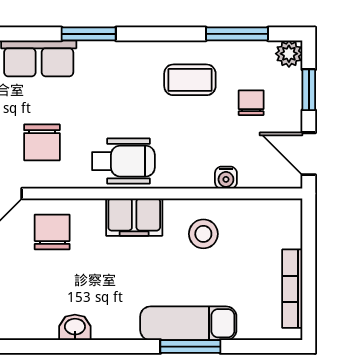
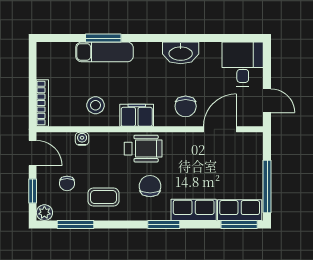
chair: (42, 142) -> (150, 186), moved
wheelchair: (123, 161) -> (143, 149), turned 180
bookcase: (292, 289) -> (42, 103), moved
washbasin: (75, 327) -> (181, 53), width x1.91, depth x1.45

